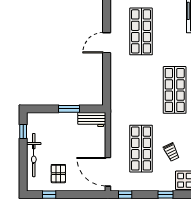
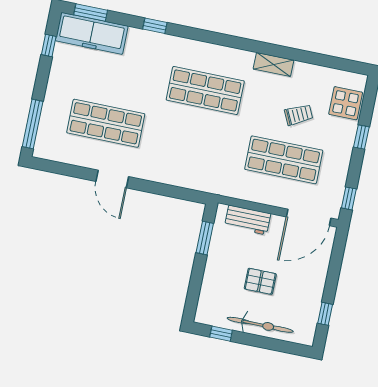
window: (69, 109) -> (205, 238), moved
workbench: (92, 119) -> (248, 220), moved, turned 90
pallet: (58, 174) -> (260, 281), moved

